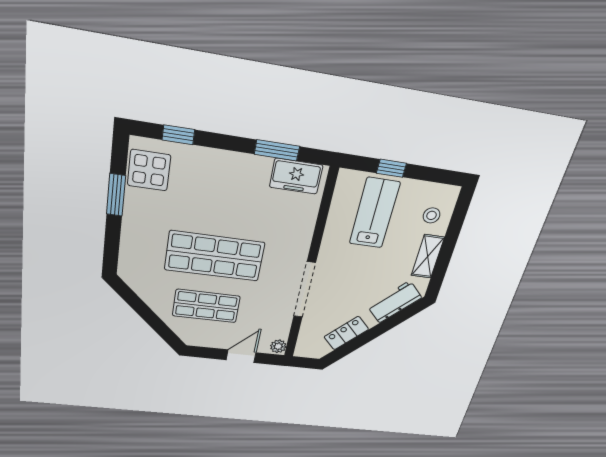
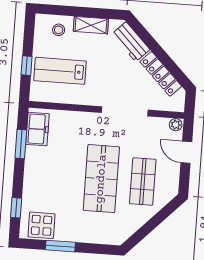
locker: (346, 333) -> (161, 74), width x1.53

